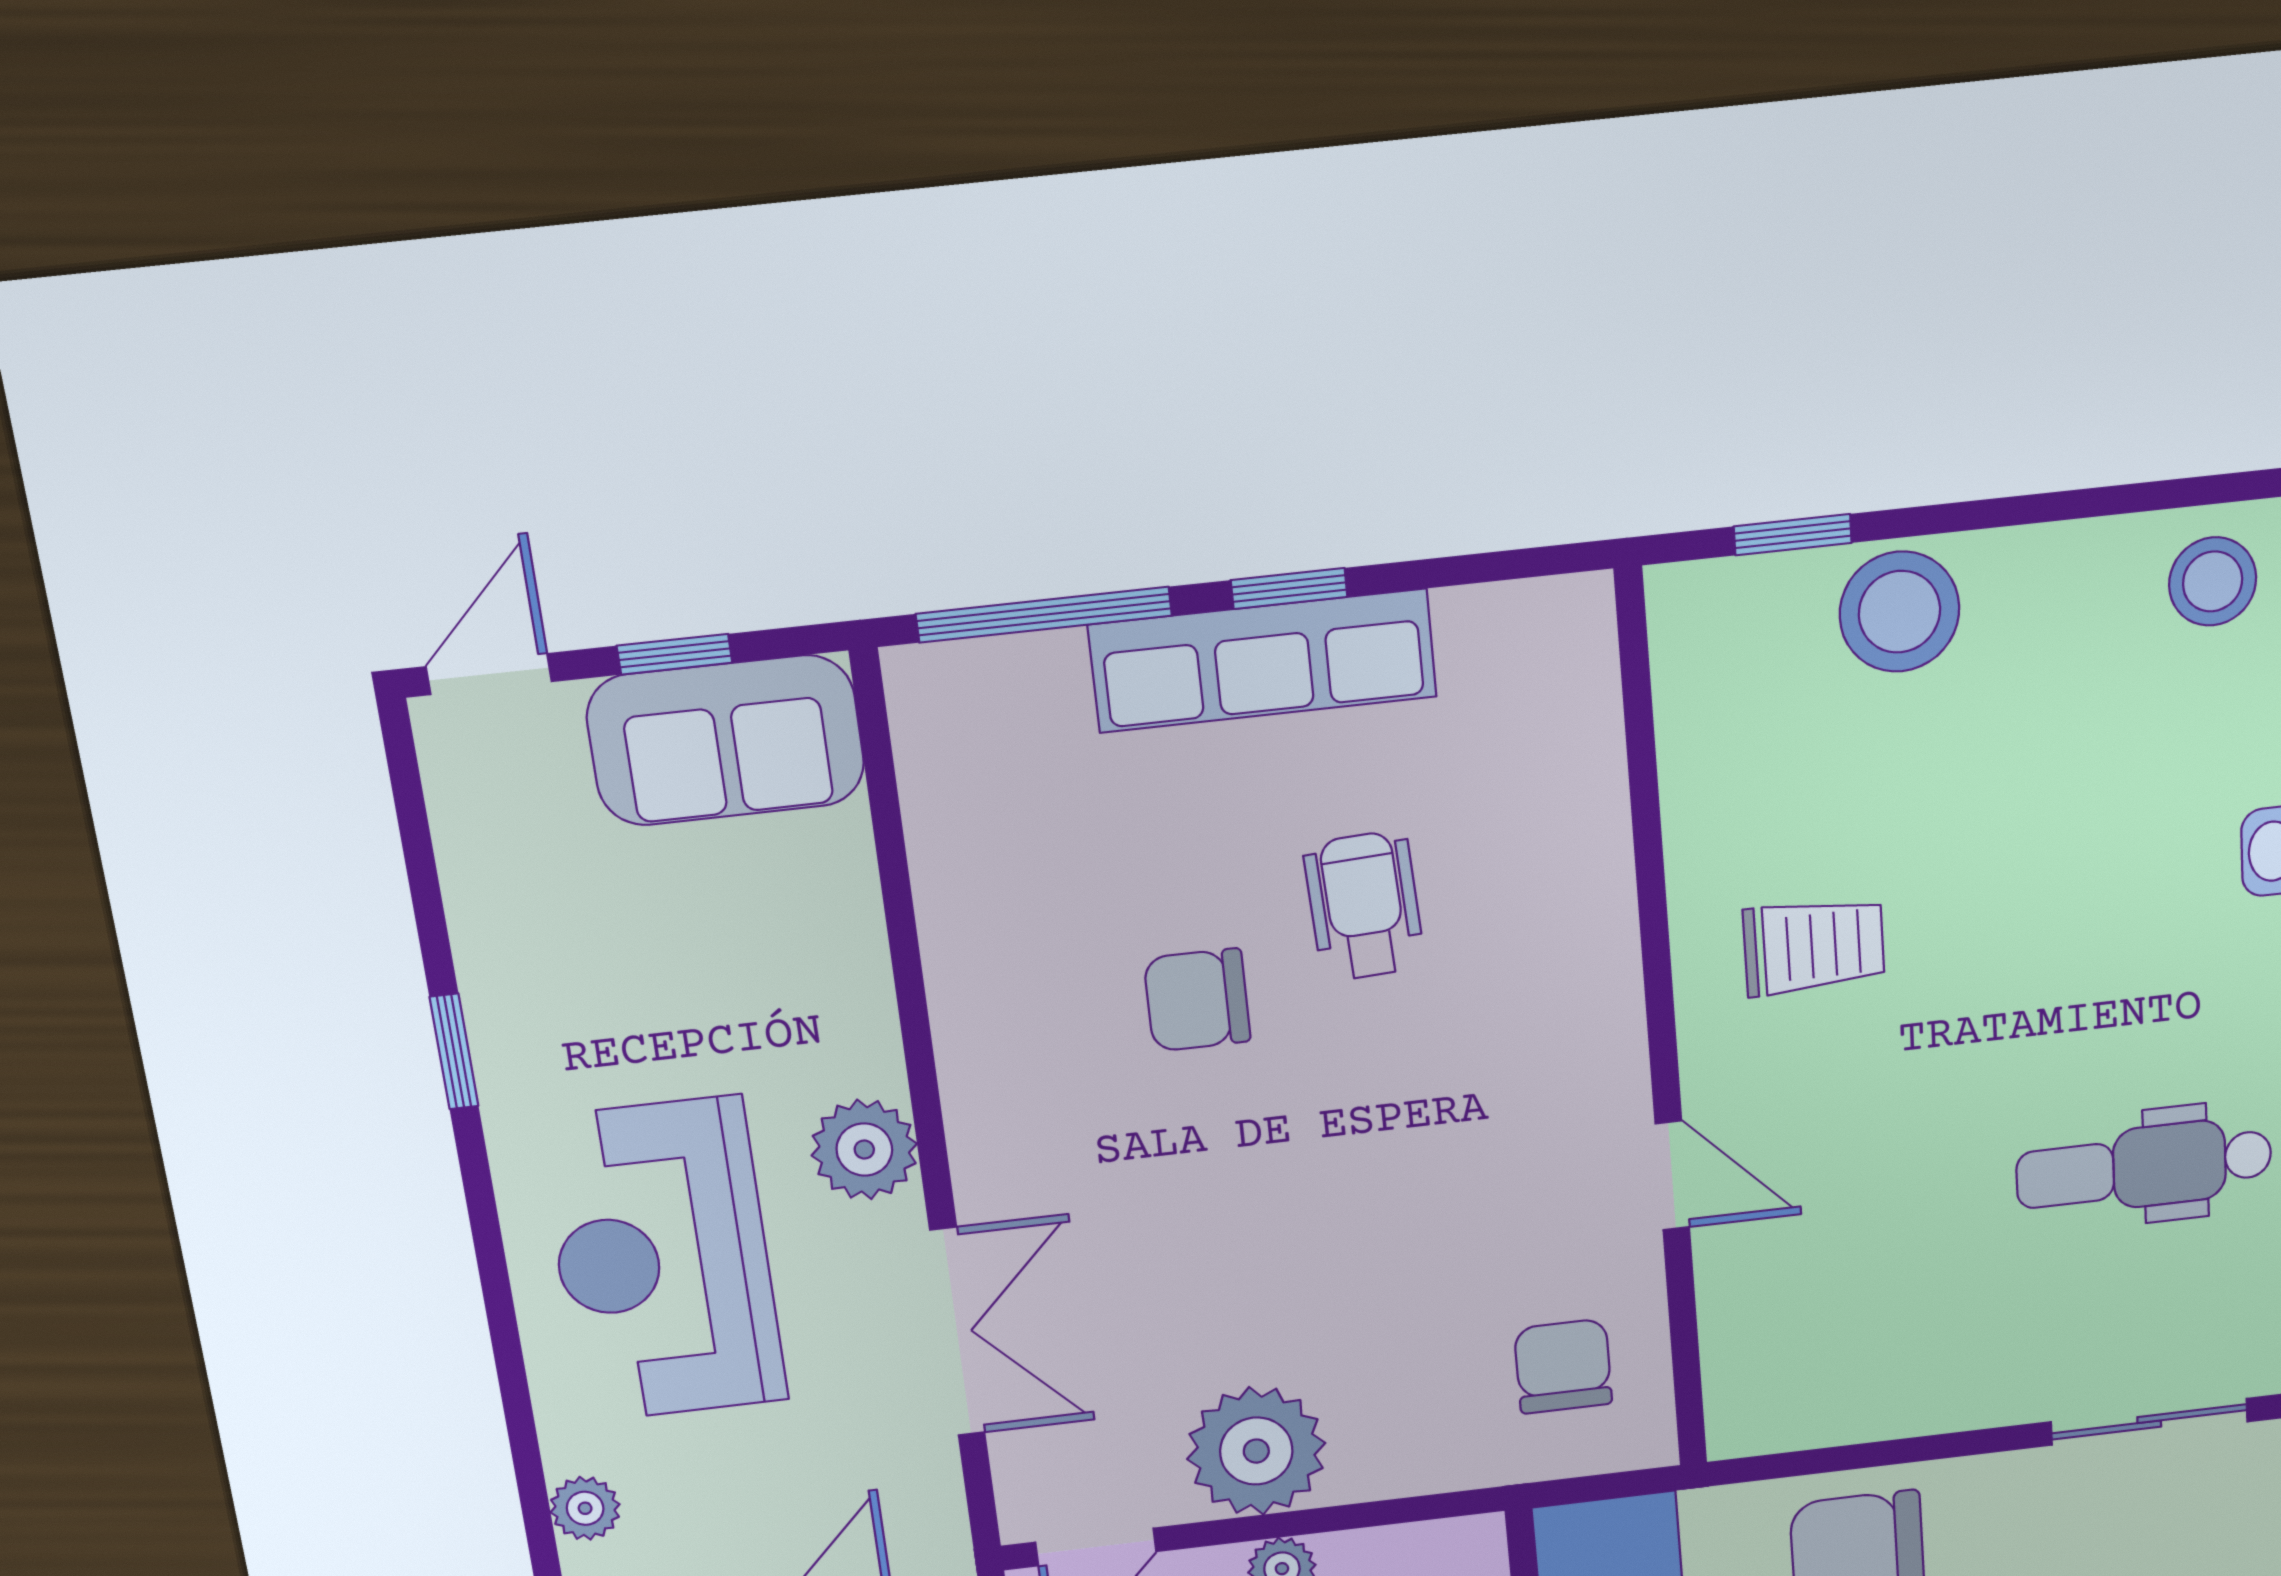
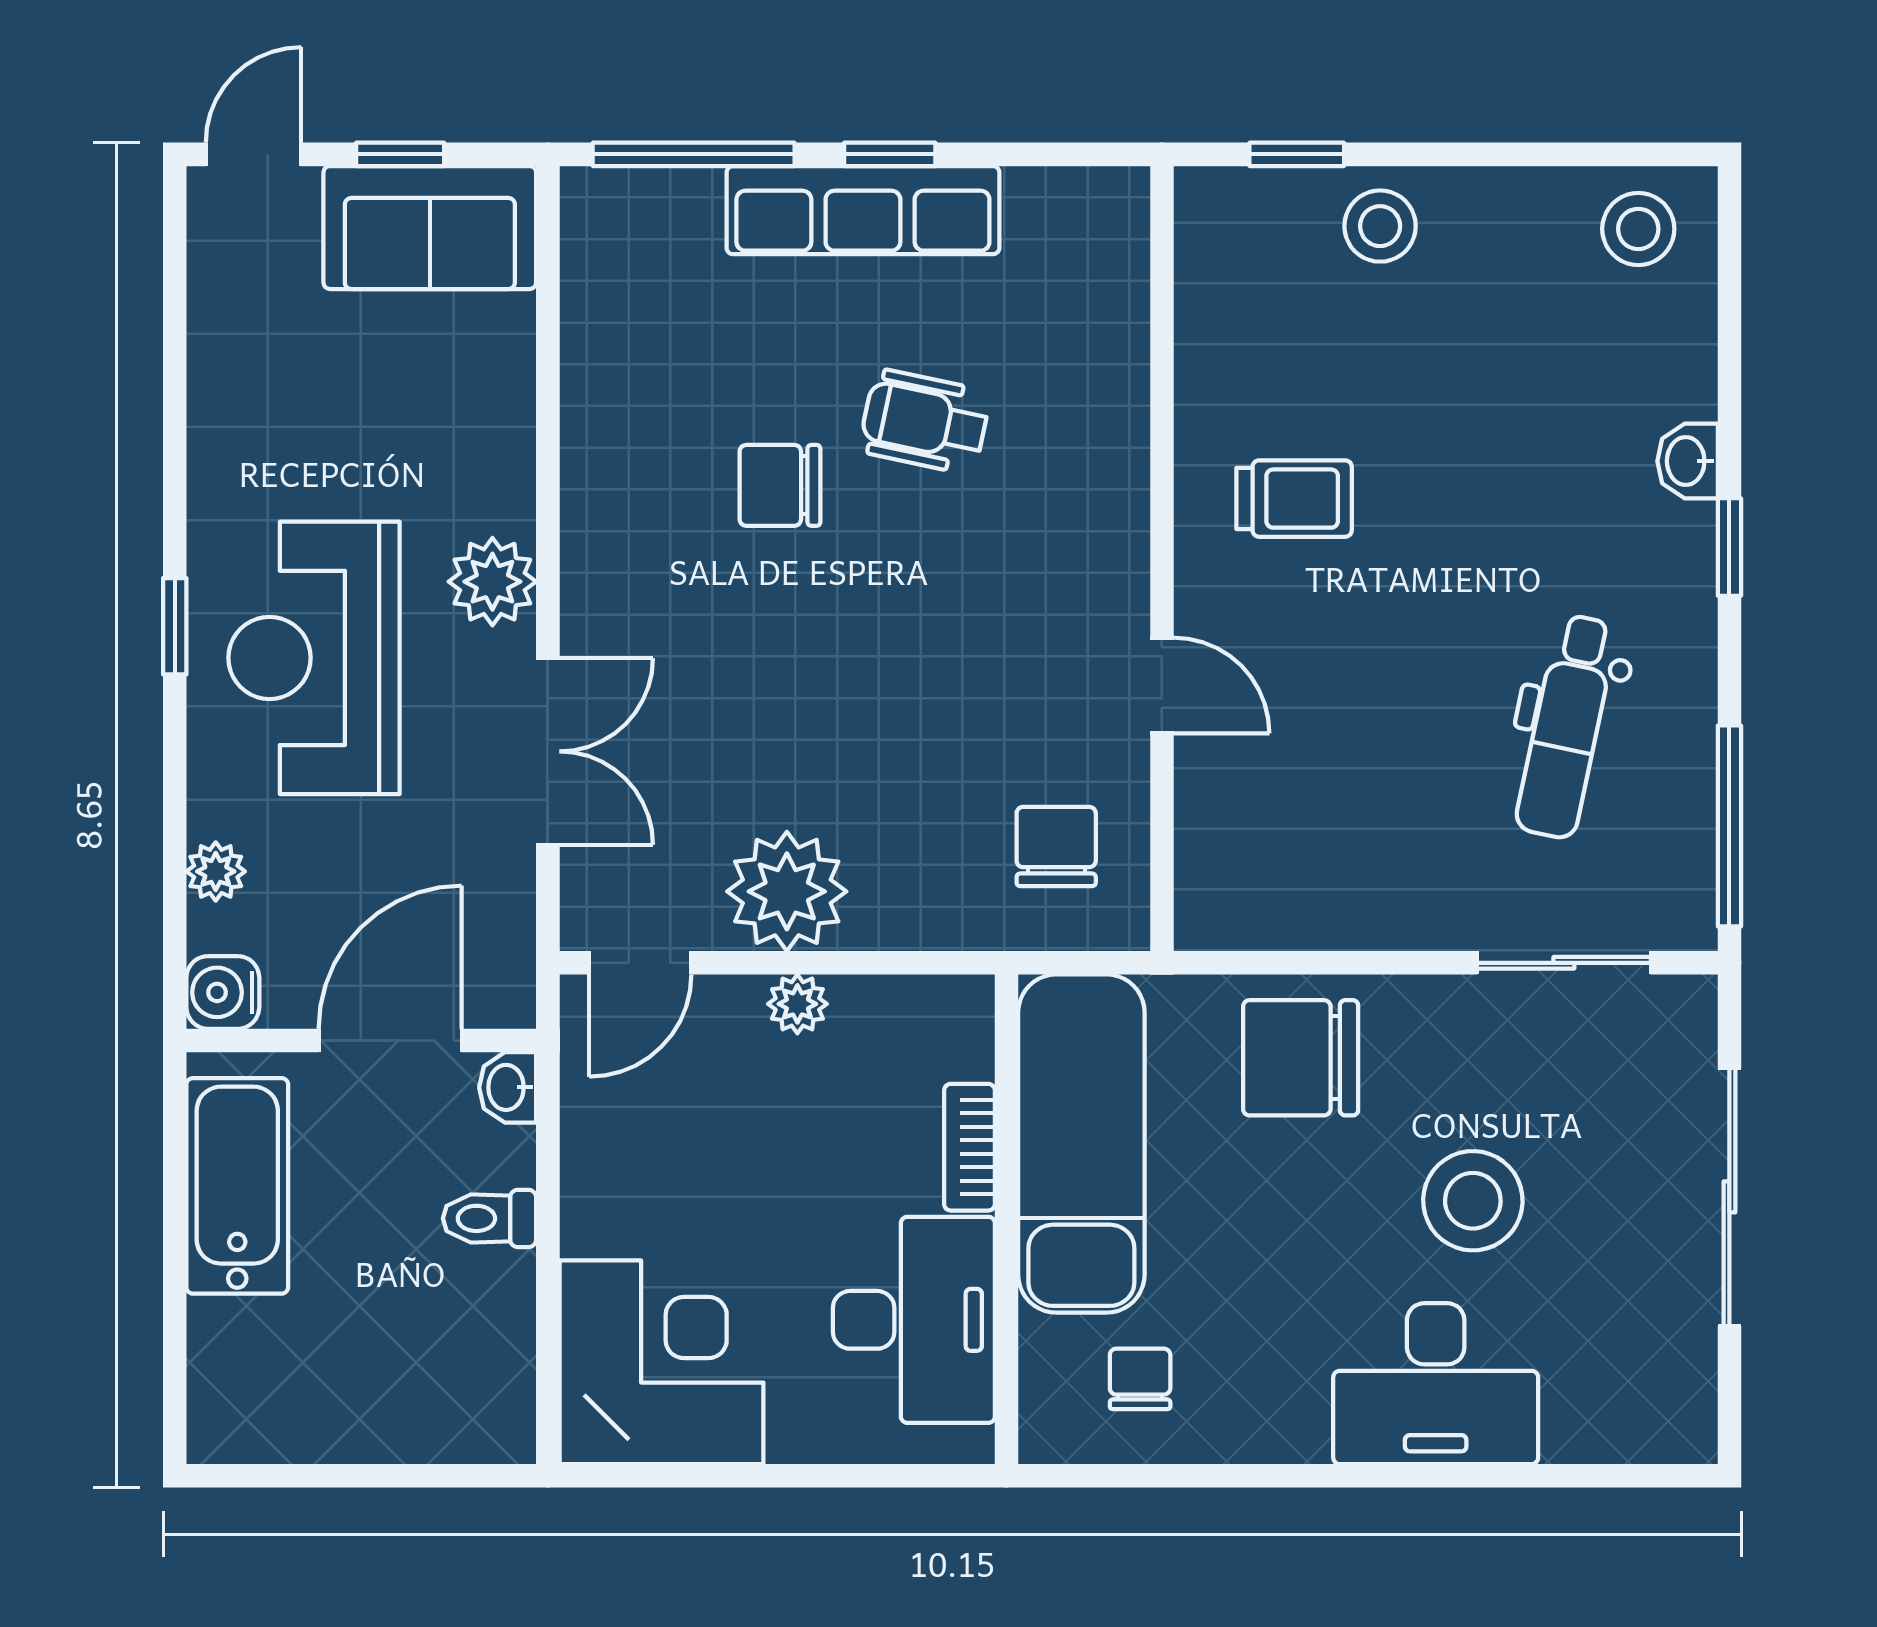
stool: (1899, 612) -> (1380, 226), width x0.73, depth x0.73
wheelchair: (1364, 906) -> (925, 422), turned -75
window: (454, 1051) -> (175, 626), moved
dental chair: (2144, 1167) -> (1566, 727), turned -78

